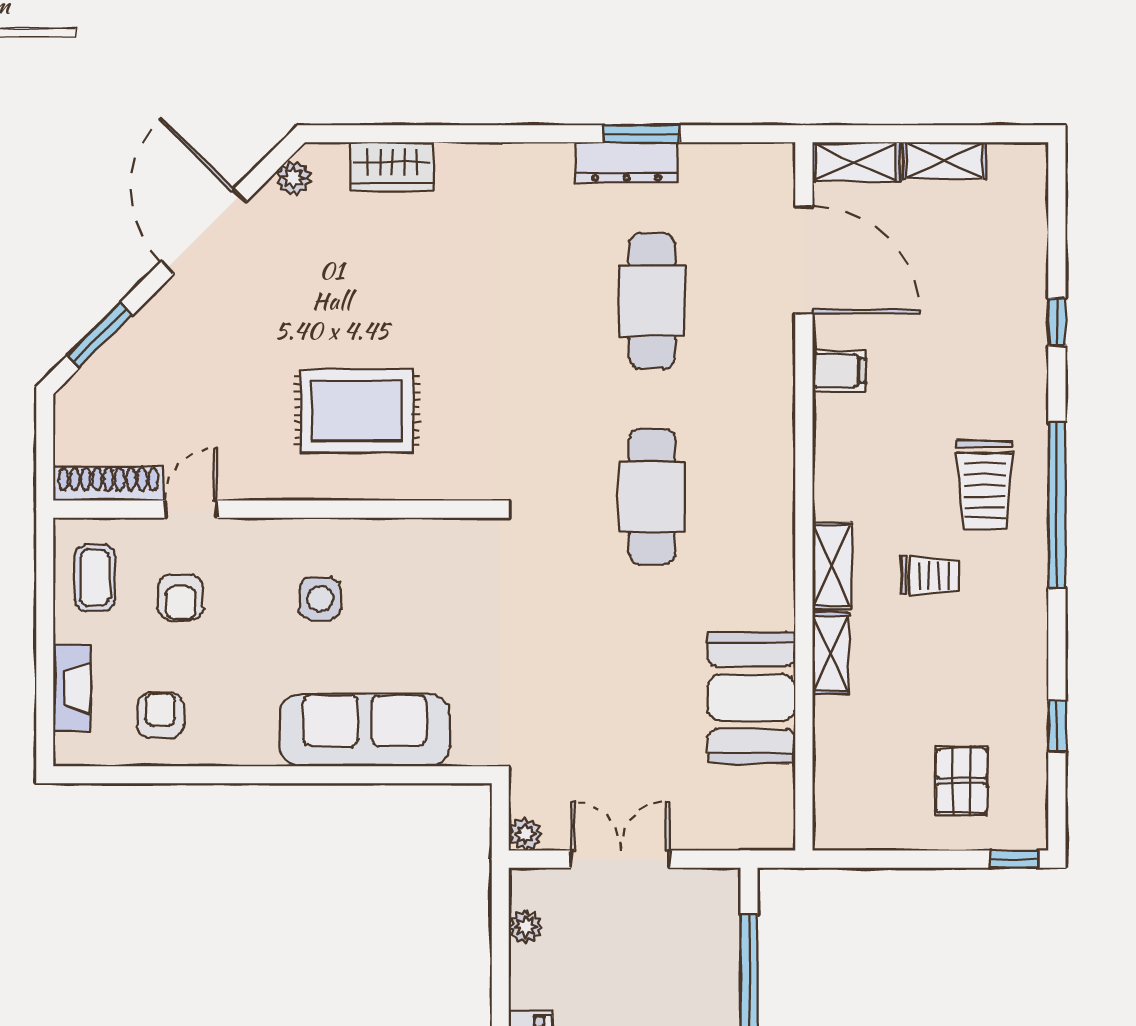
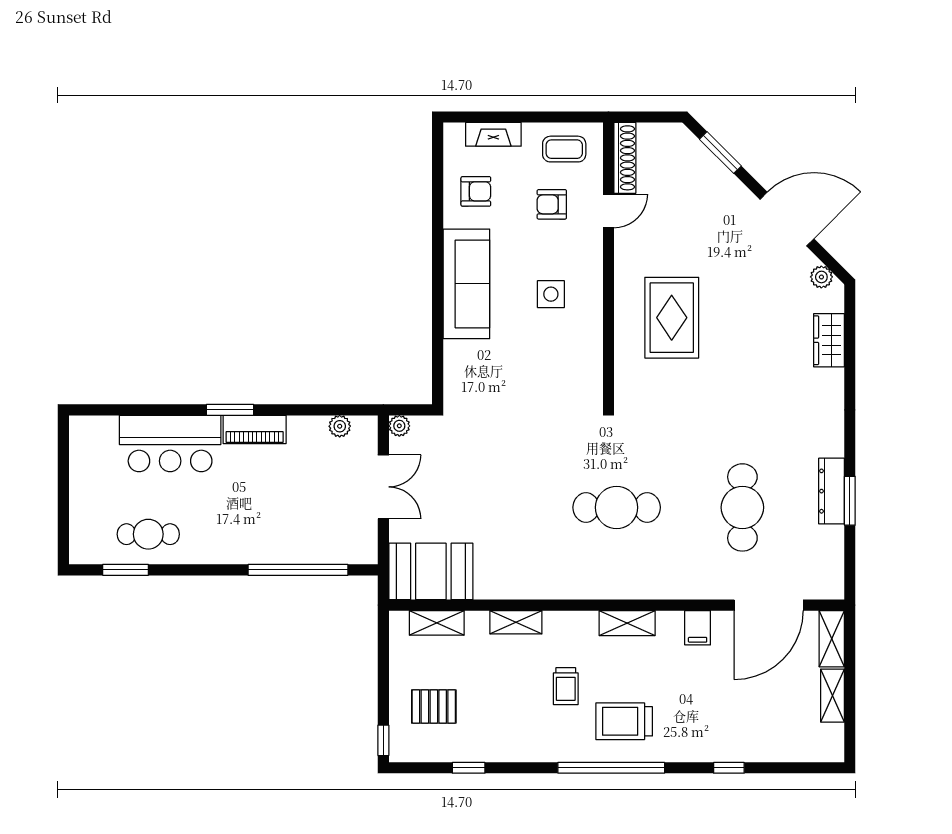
cafe table: (652, 301) -> (742, 507), turned 90
door: (191, 509) -> (608, 211), hinge flipped
shelving: (832, 566) -> (627, 623), moved
booth: (752, 698) -> (431, 571), moved
sofa: (365, 730) -> (466, 284), moved
shelving: (831, 776) -> (437, 623), added

